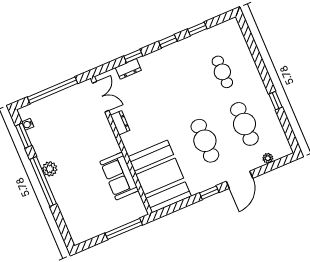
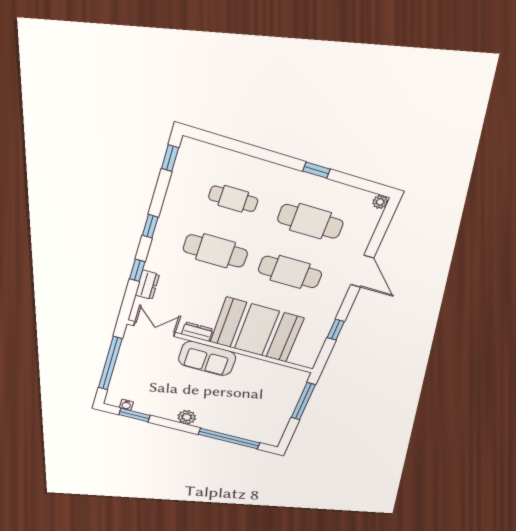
window: (197, 29) -> (170, 158), moved
cafe table: (183, 89) -> (215, 251), added
plant: (268, 158) -> (380, 202), moved
sofa: (119, 176) -> (207, 358), moved
booth: (160, 176) -> (257, 330), moved
window: (43, 182) -> (229, 439), moved
window: (209, 193) -> (336, 330), moved

